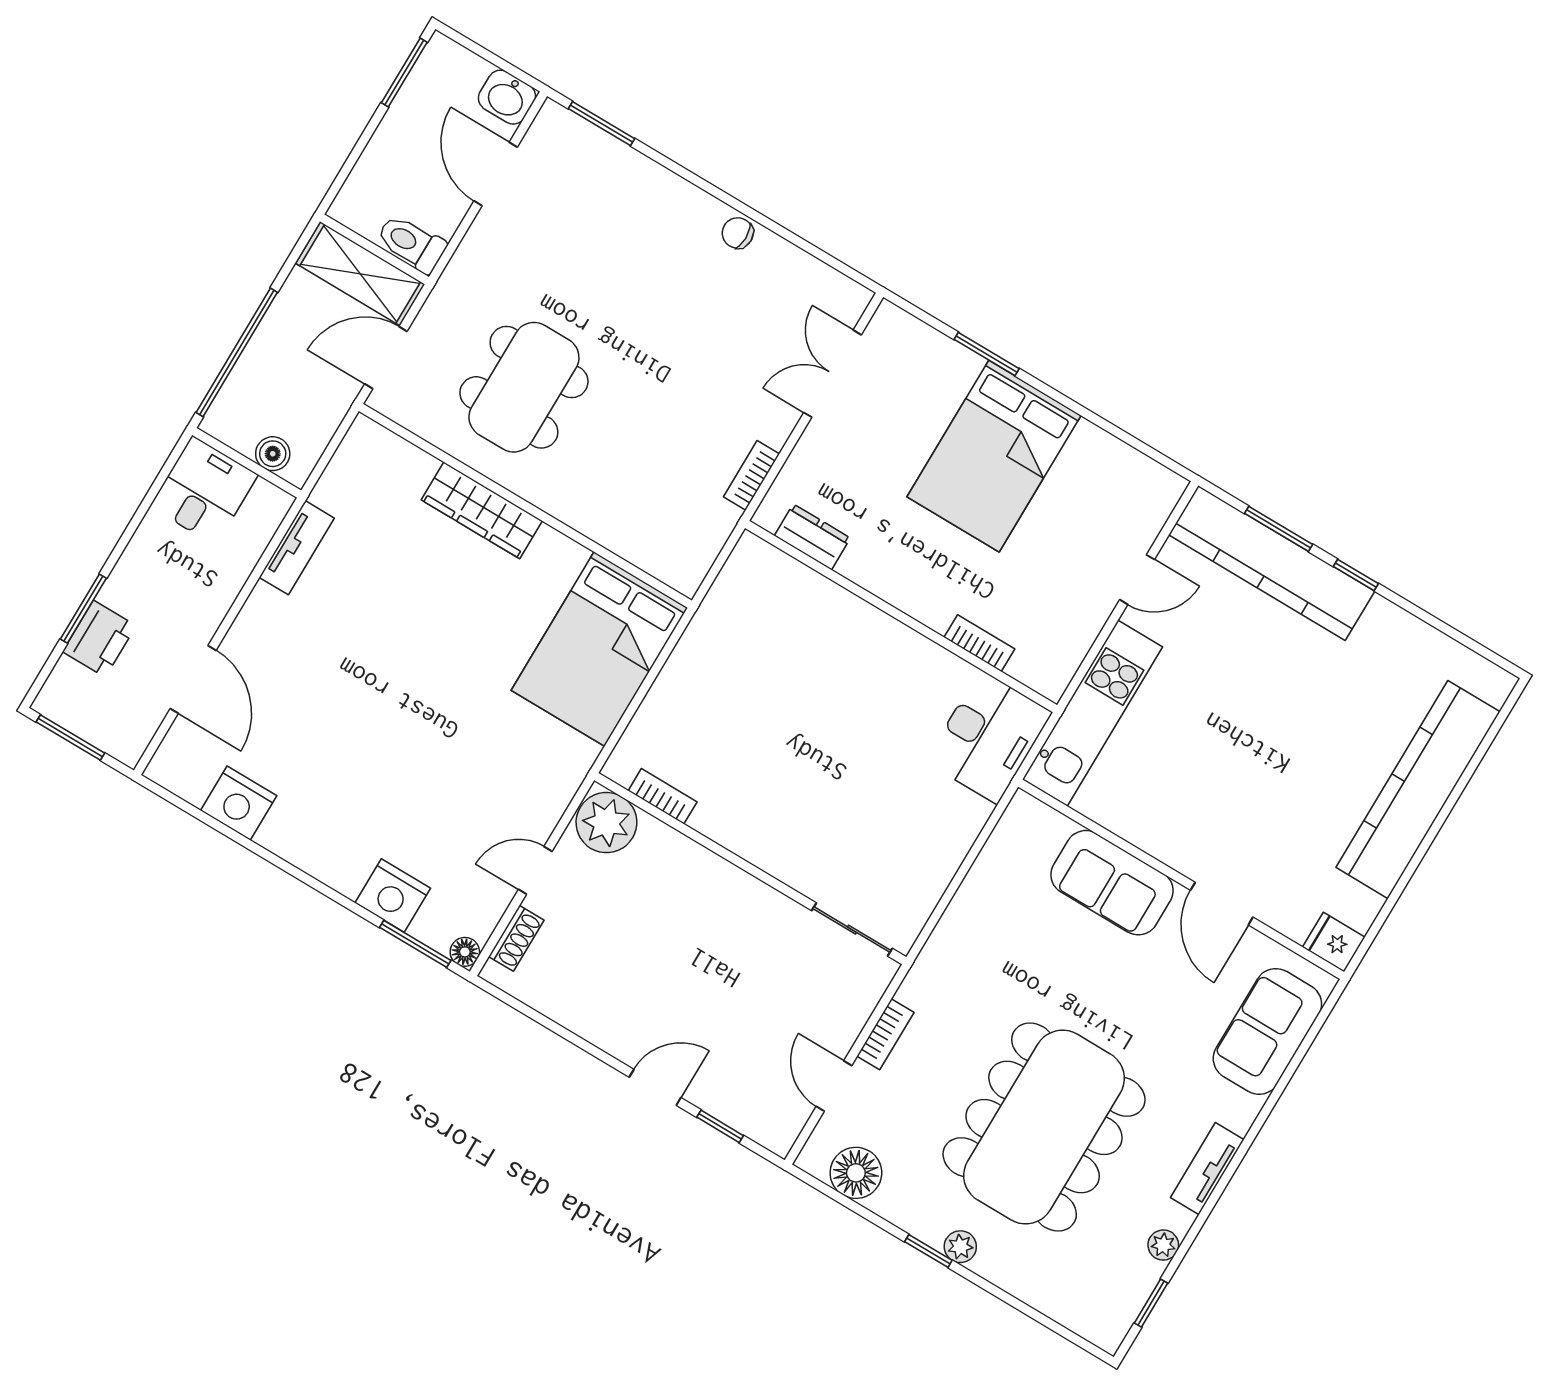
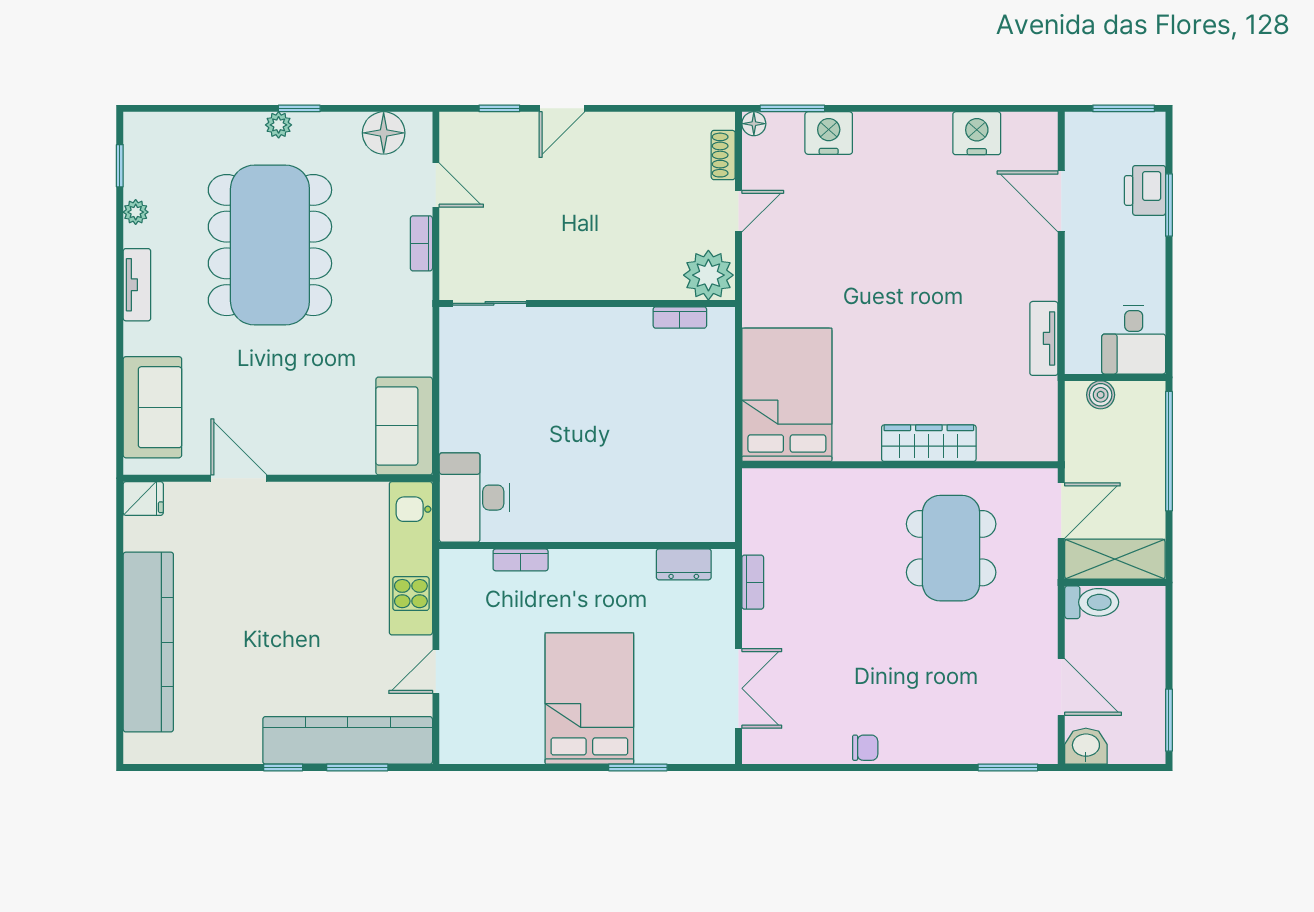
sofa: (1112, 883) -> (404, 426), moved, turned -90

